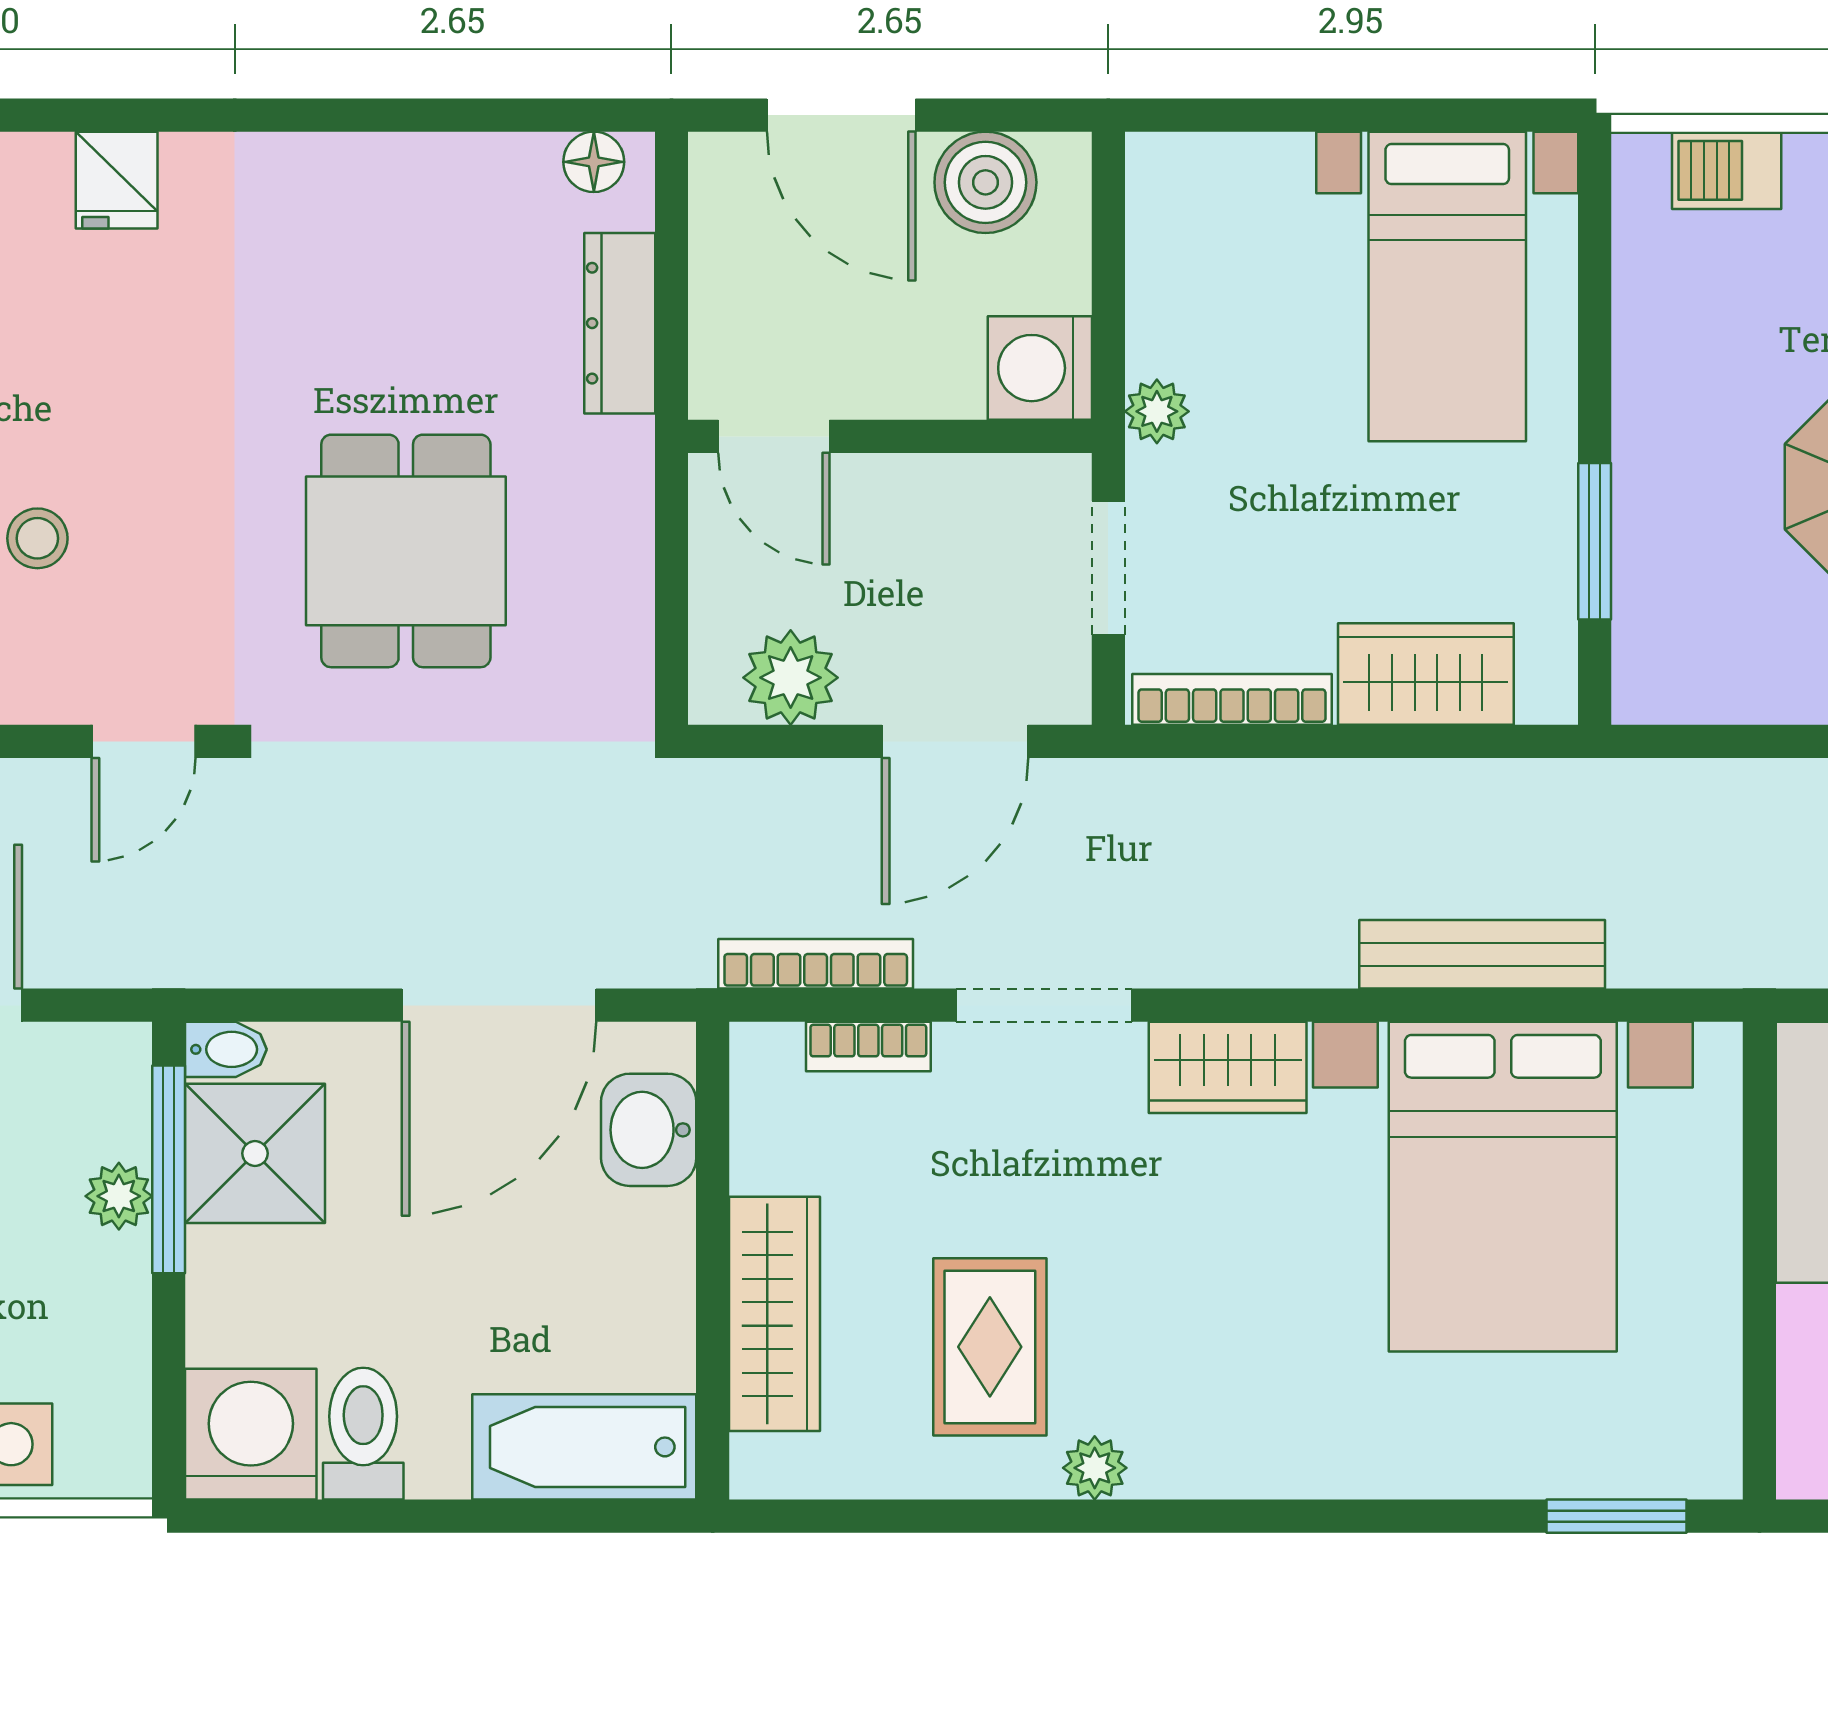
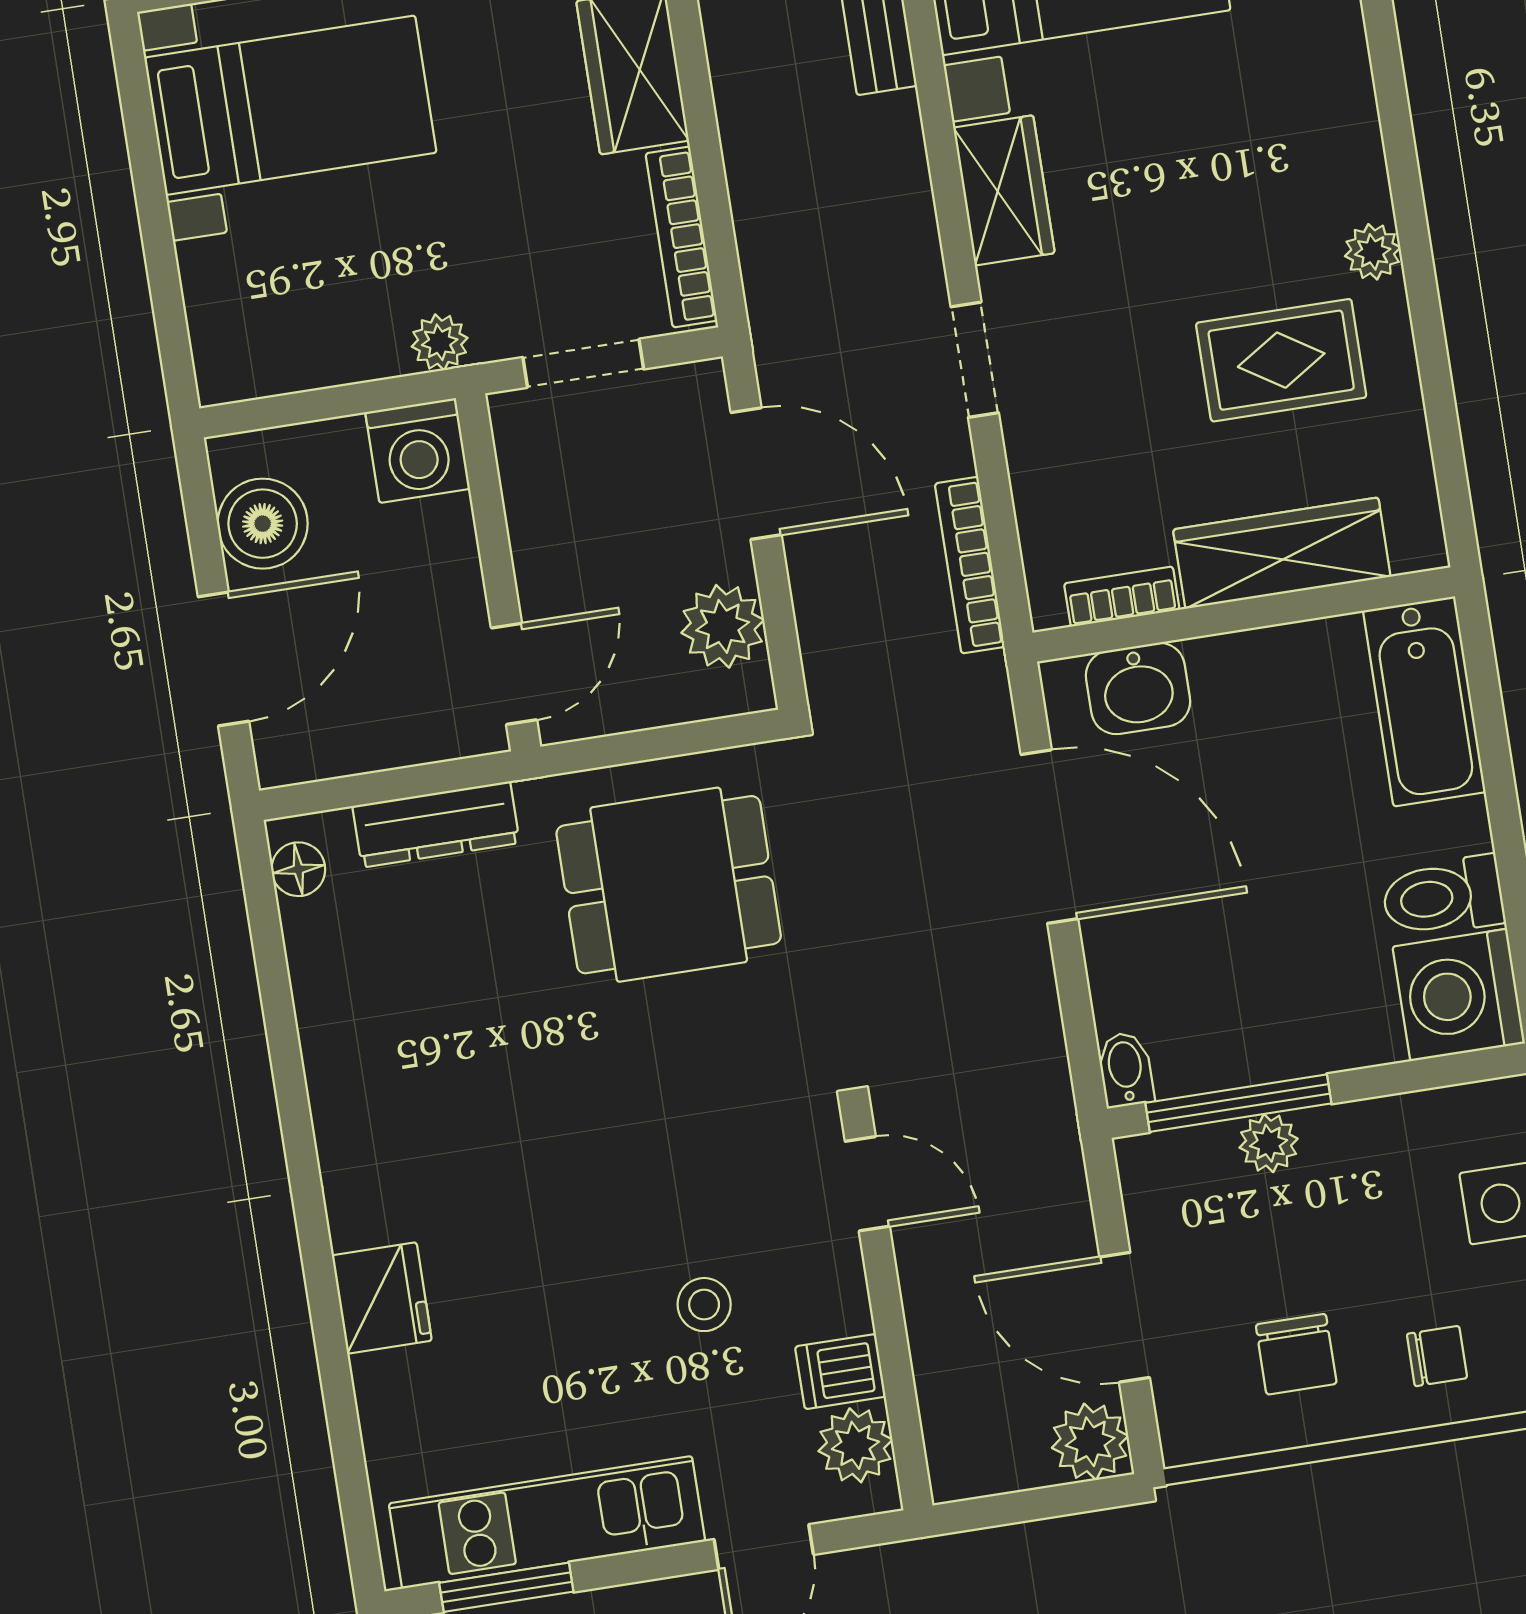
fridge: (117, 180) -> (382, 1298), width x1.38
dining table: (406, 551) -> (669, 885), moved
doorway: (1044, 1005) -> (975, 360), width x0.73
bookcase: (868, 1047) -> (1122, 597), moved, turned -90
shower: (255, 1153) -> (1213, 1030), removed

